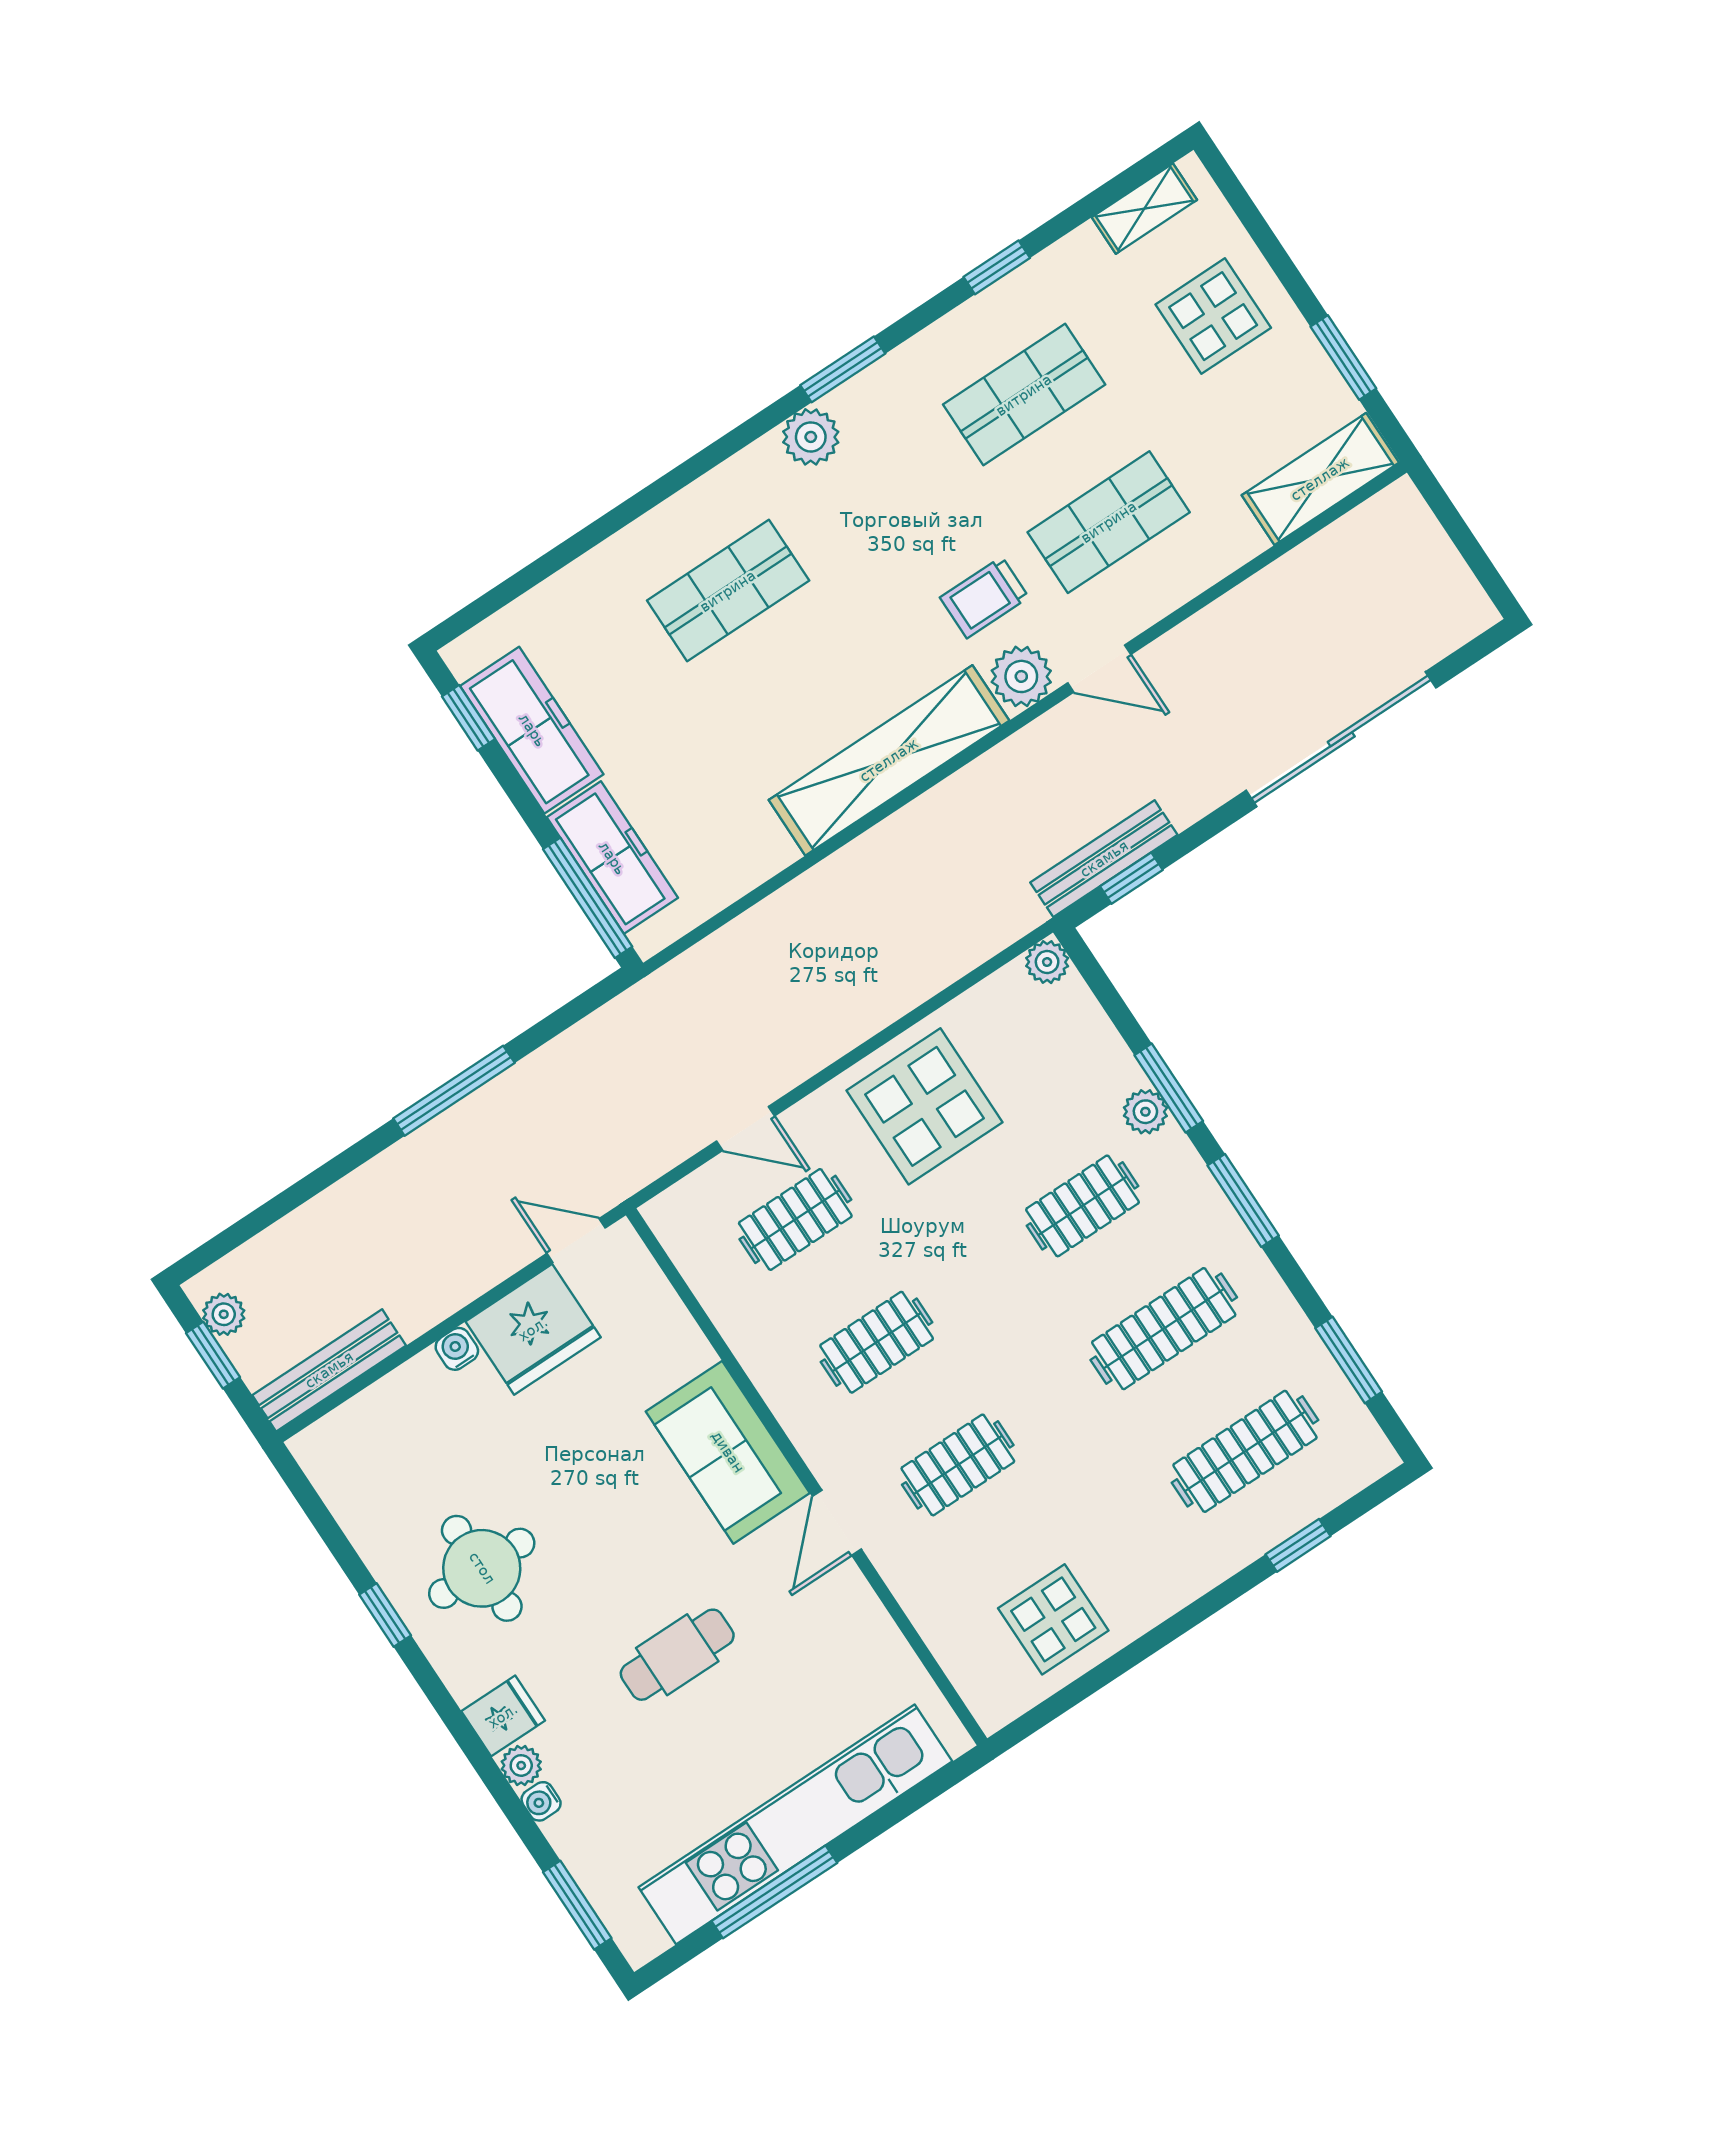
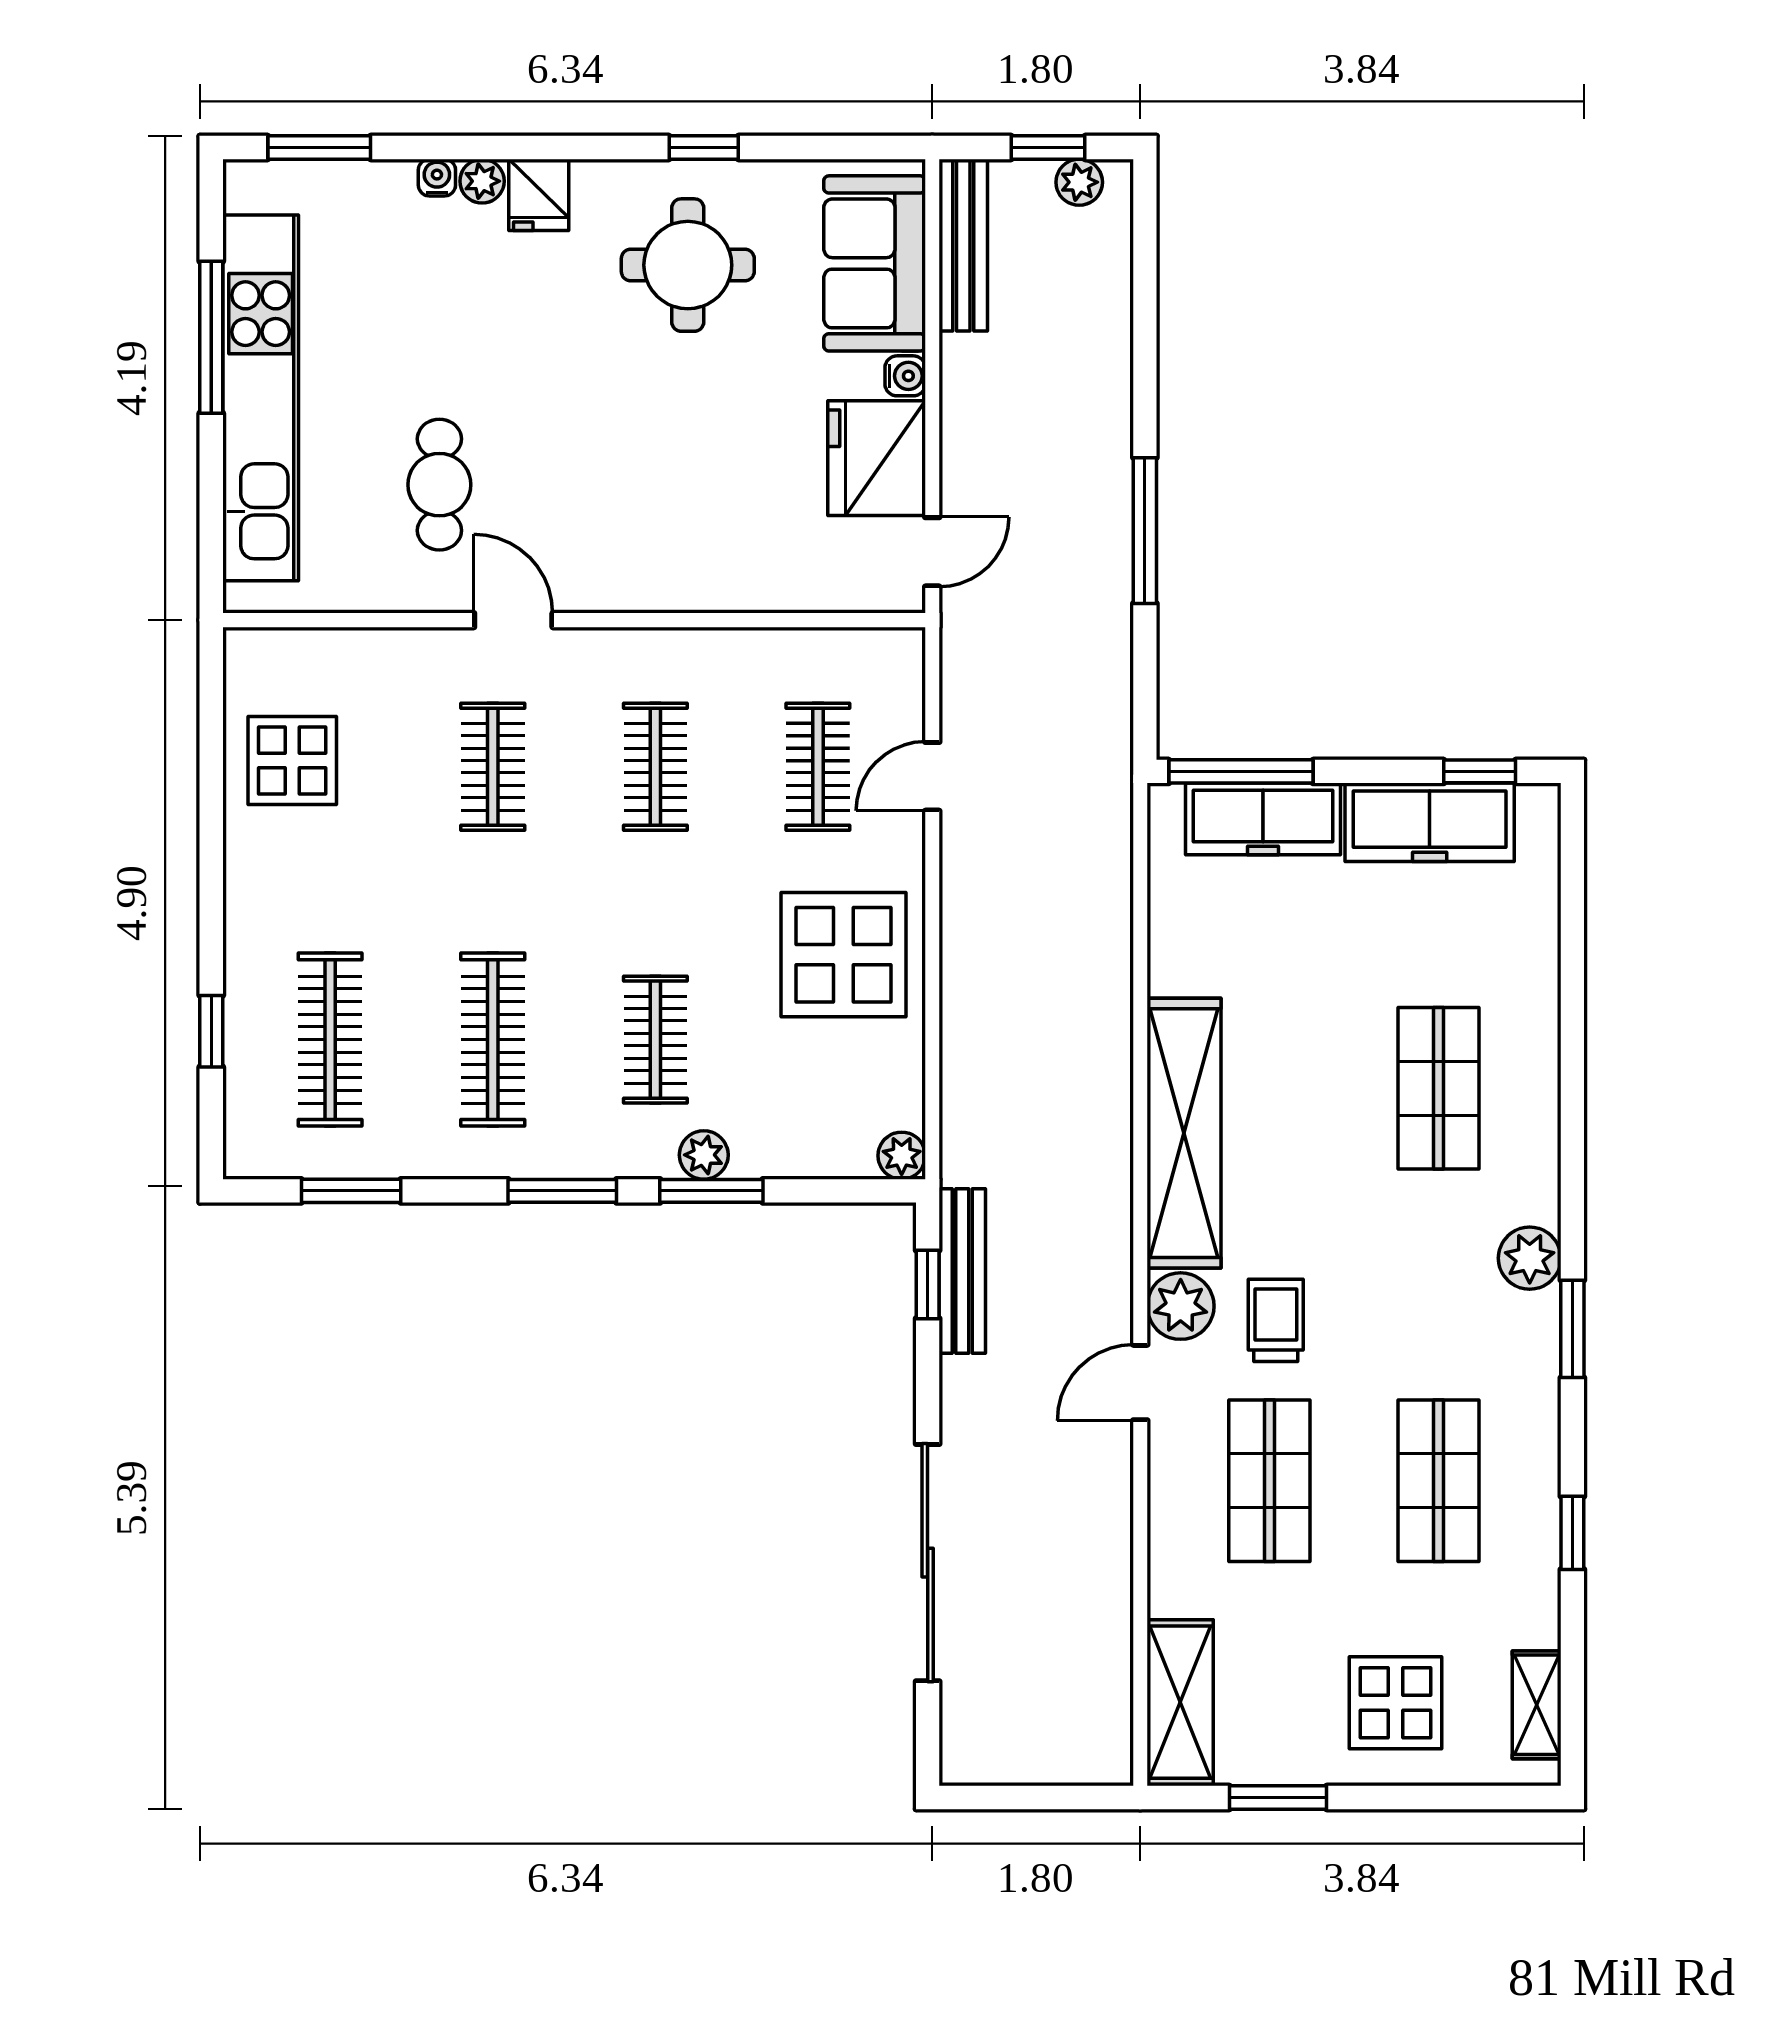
sofa: (728, 1452) -> (875, 263), moved, turned -90
cafe table: (677, 1655) -> (439, 485), moved

